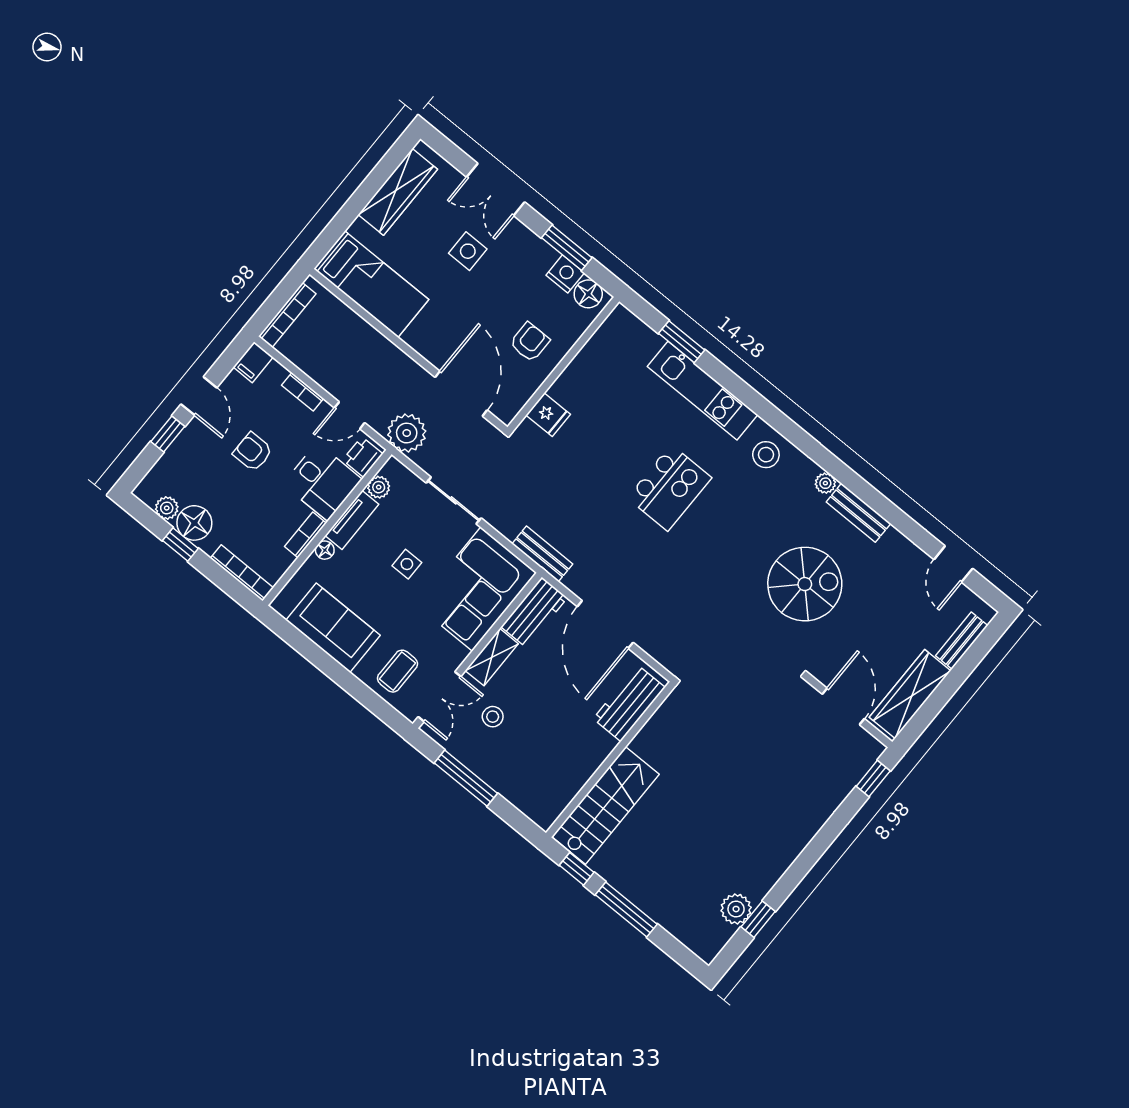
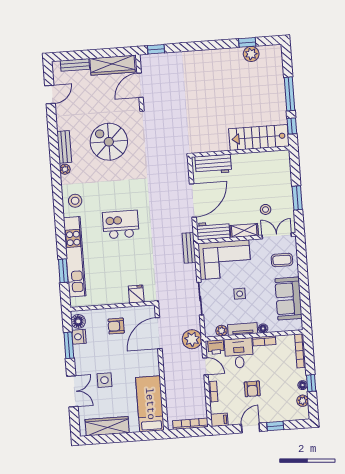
kitchen unit: (703, 391) -> (75, 257), width x1.36
floor lamp: (194, 523) -> (303, 385), width x0.53, depth x0.53
window: (466, 778) -> (297, 198), width x0.69

